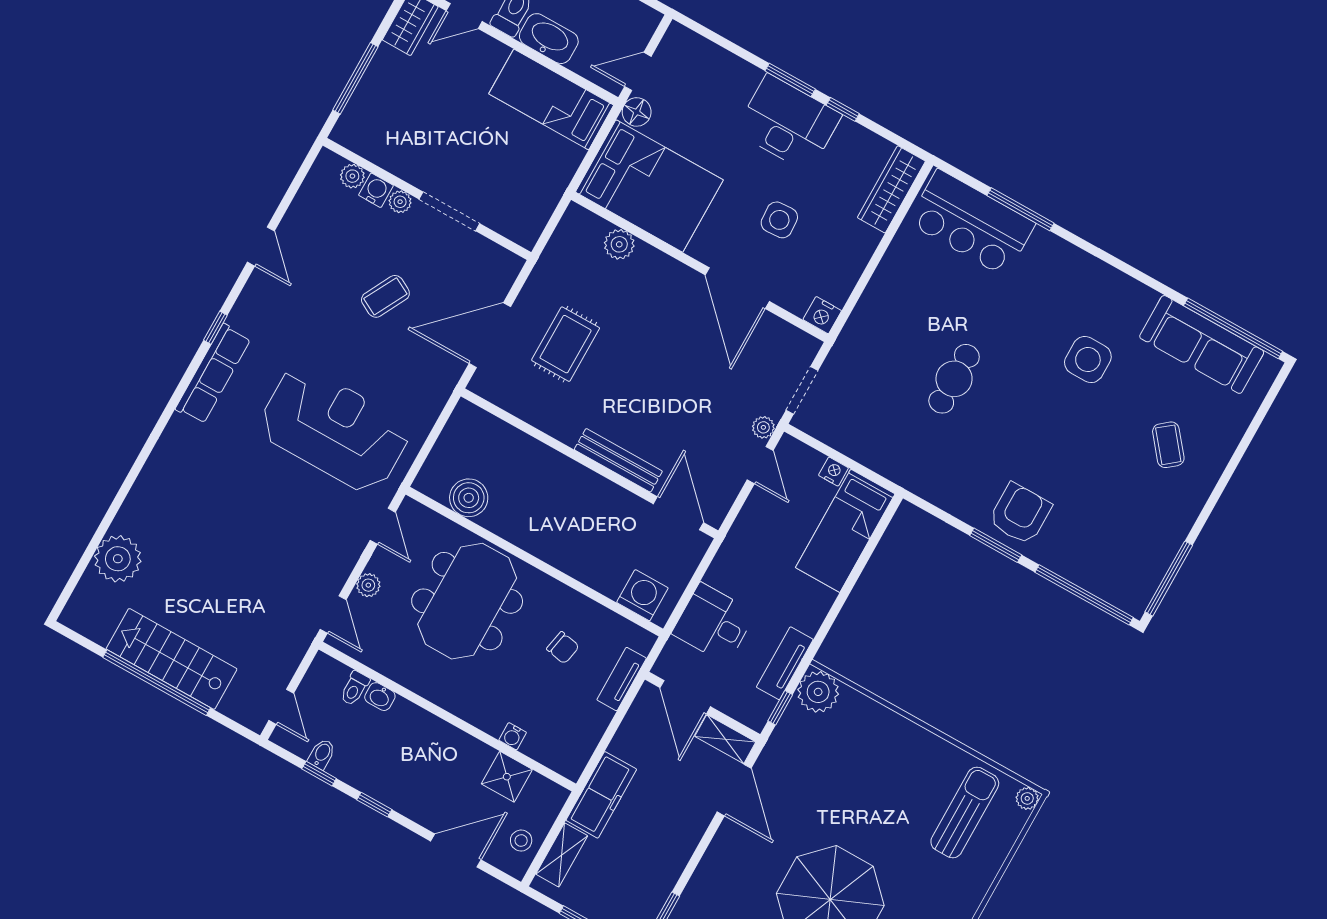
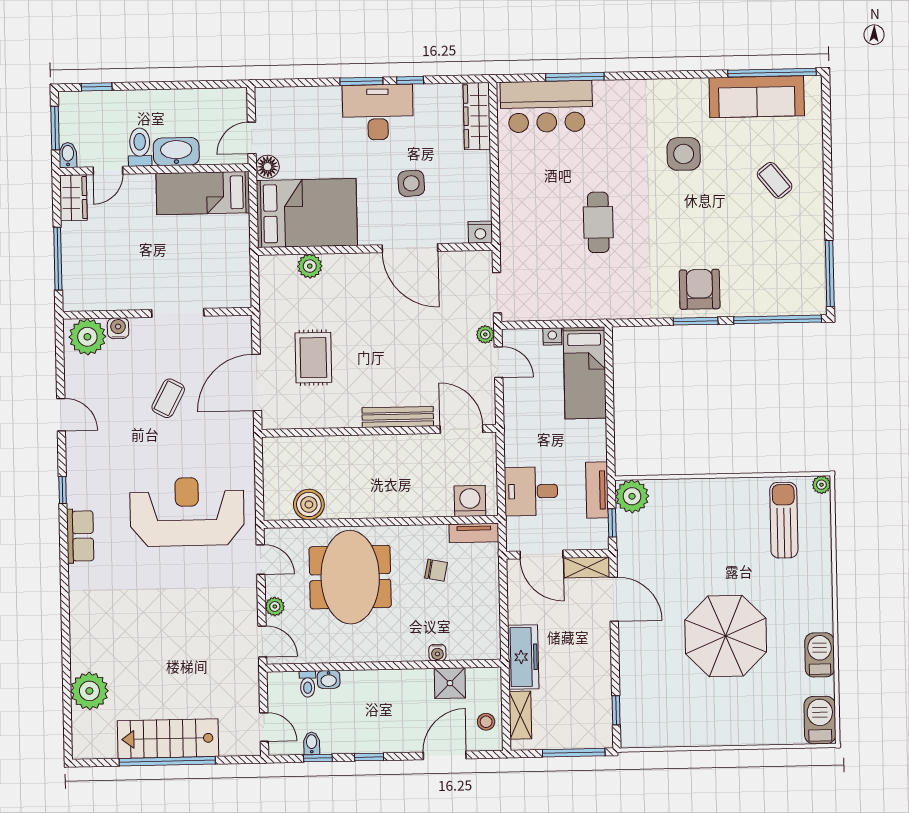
plant: (352, 176) -> (87, 337), width x1.88, depth x1.88
plant: (400, 202) -> (140, 326), removed
row of seats: (213, 374) -> (80, 536), width x0.68
tv unit: (622, 679) -> (474, 533), moved, turned -90

